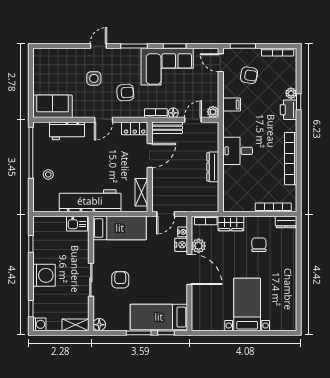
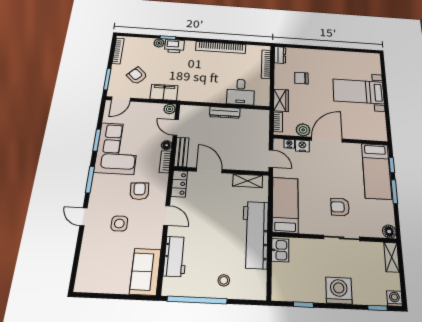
armchair: (249, 75) -> (137, 76), turned -56
filing cabinet: (232, 104) -> (164, 92), width x2.00
desk: (238, 151) -> (241, 92), moved

